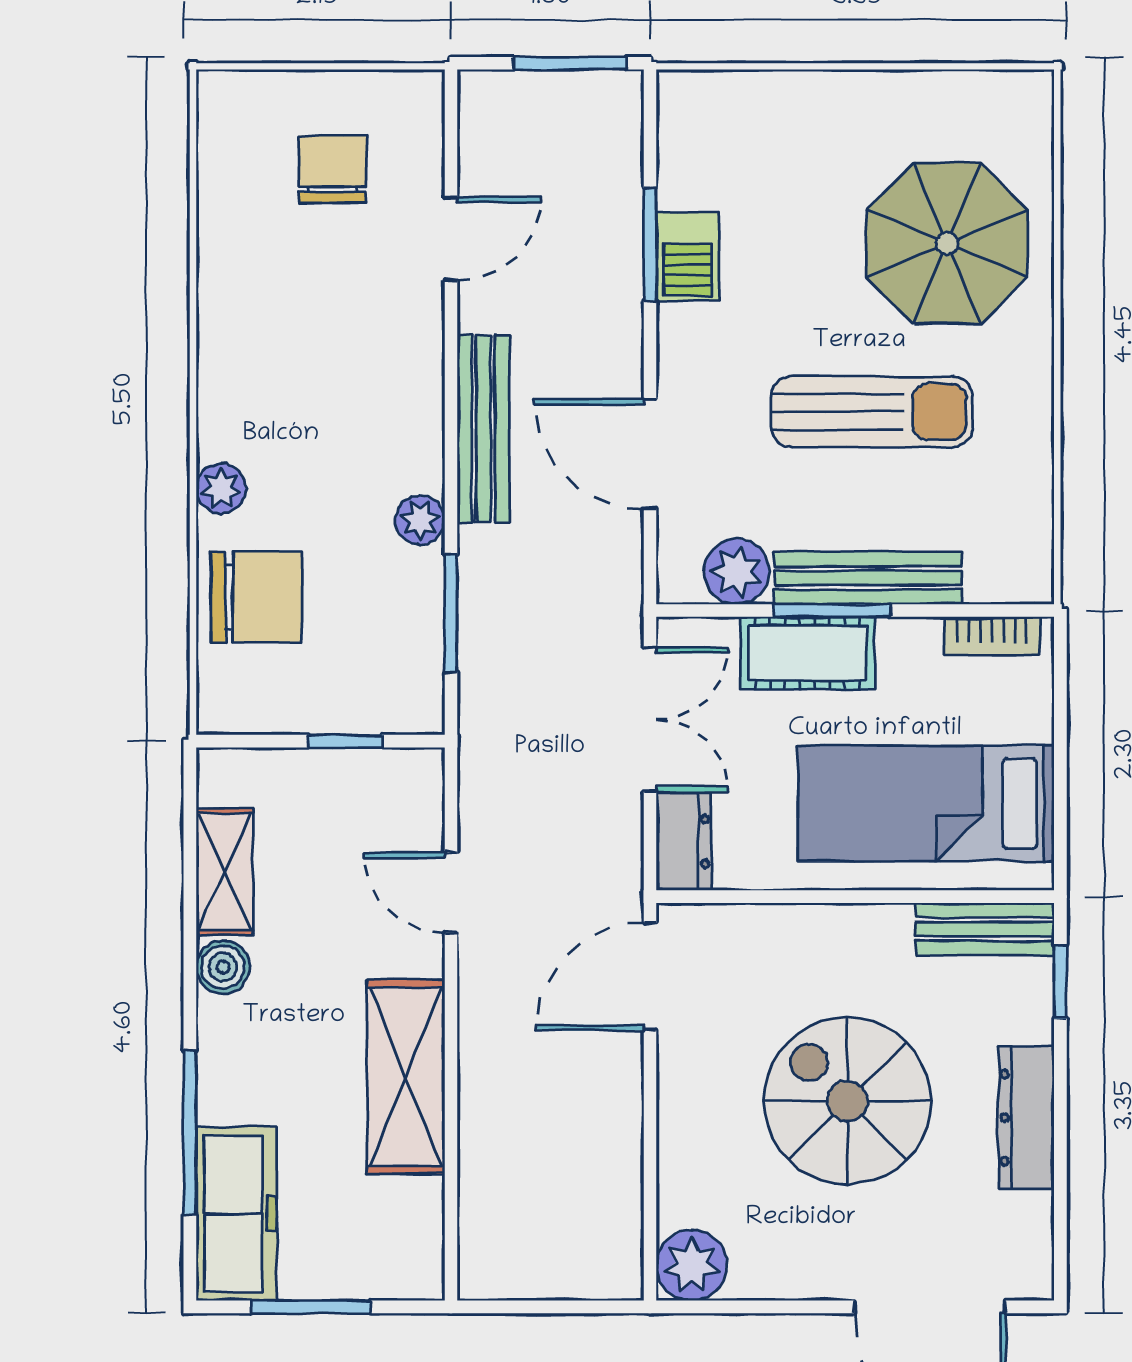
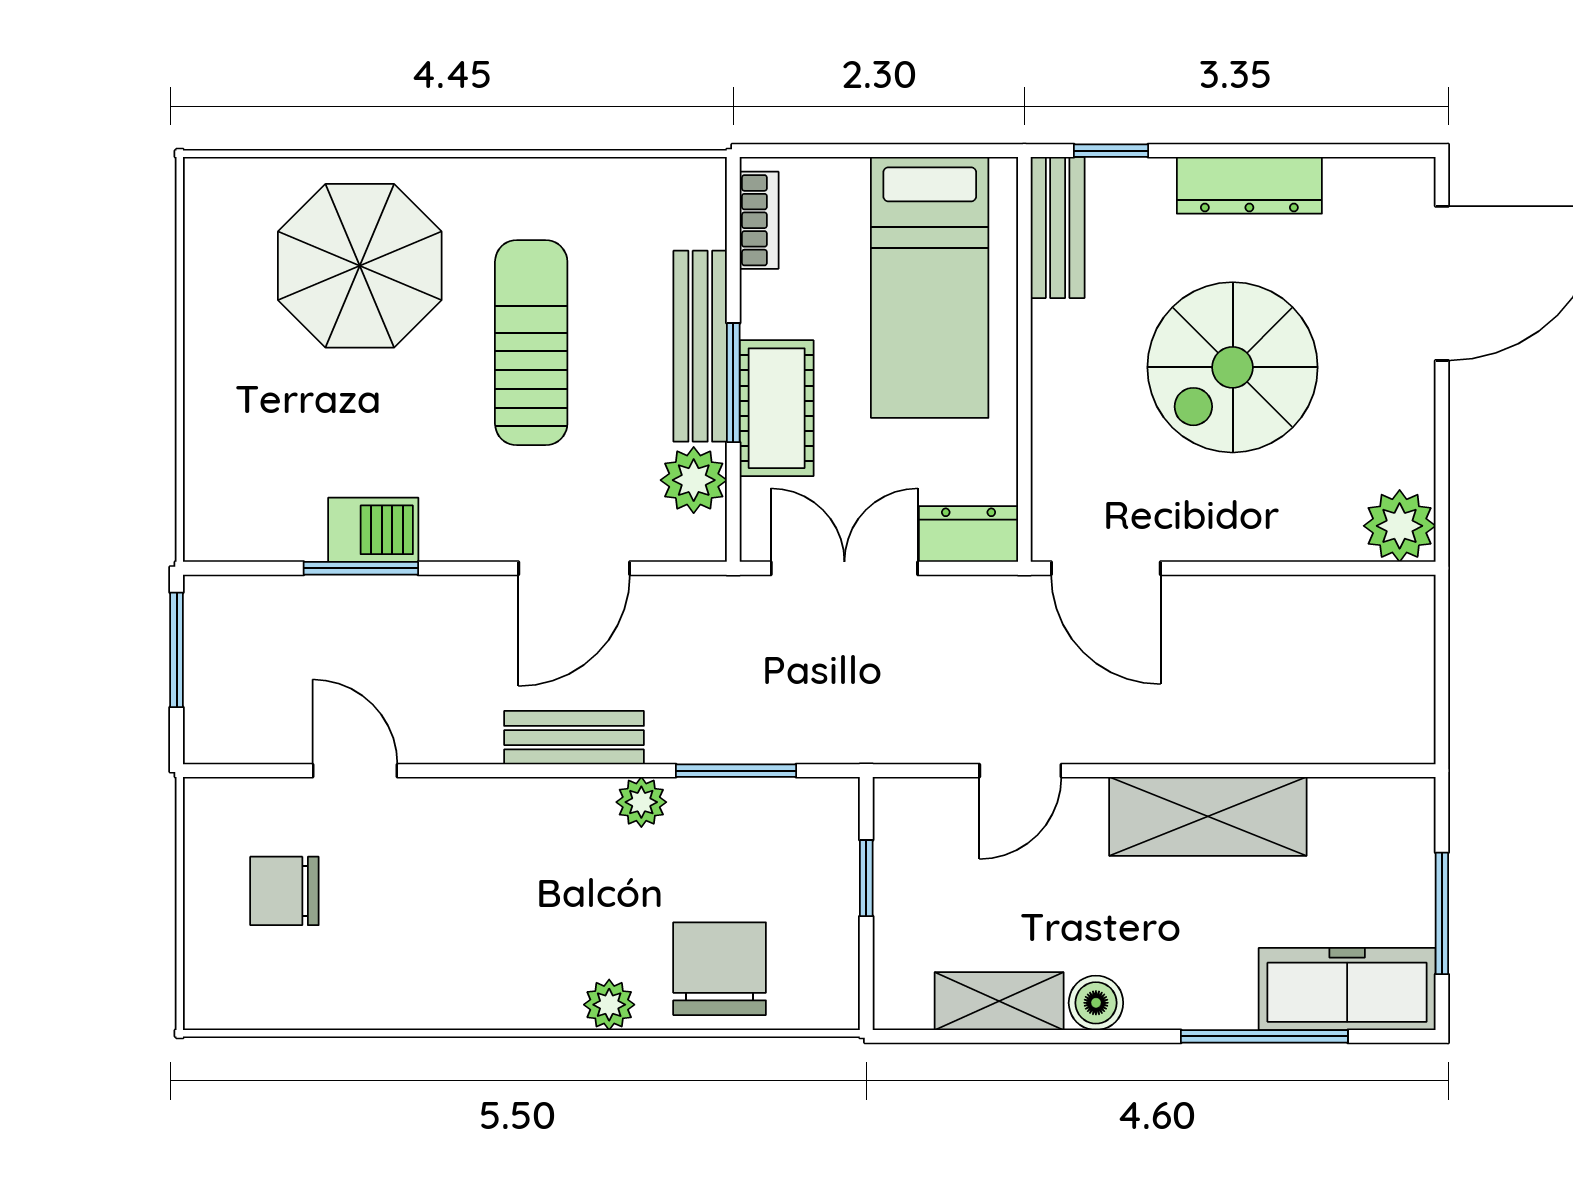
bench: (483, 429) -> (574, 738), width x0.73

